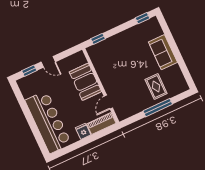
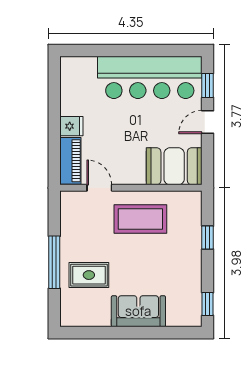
window: (98, 39) -> (208, 238), moved
coffee table: (115, 73) -> (140, 219), added
booth: (85, 82) -> (174, 166), moved
bar counter: (48, 122) -> (150, 77), moved

